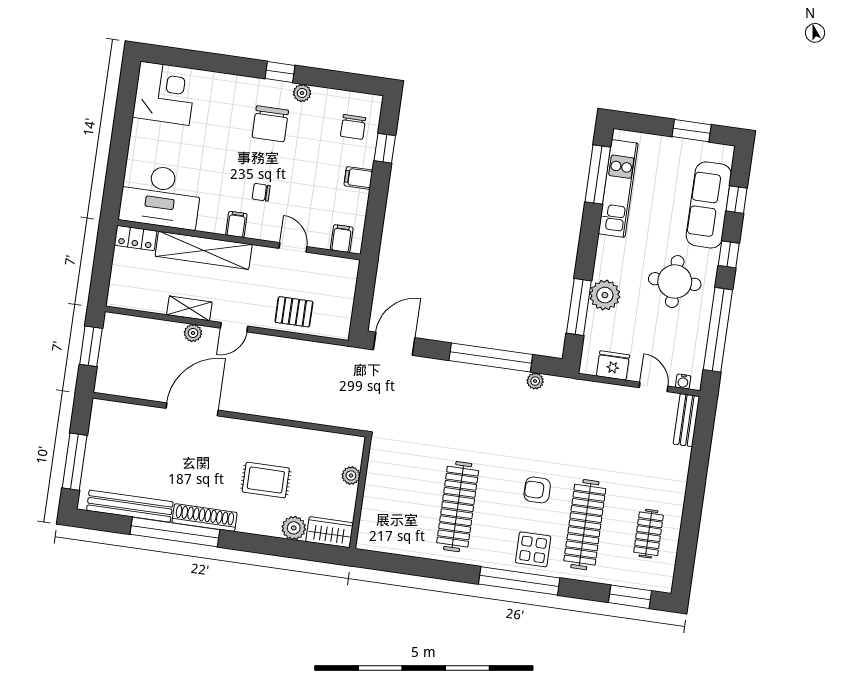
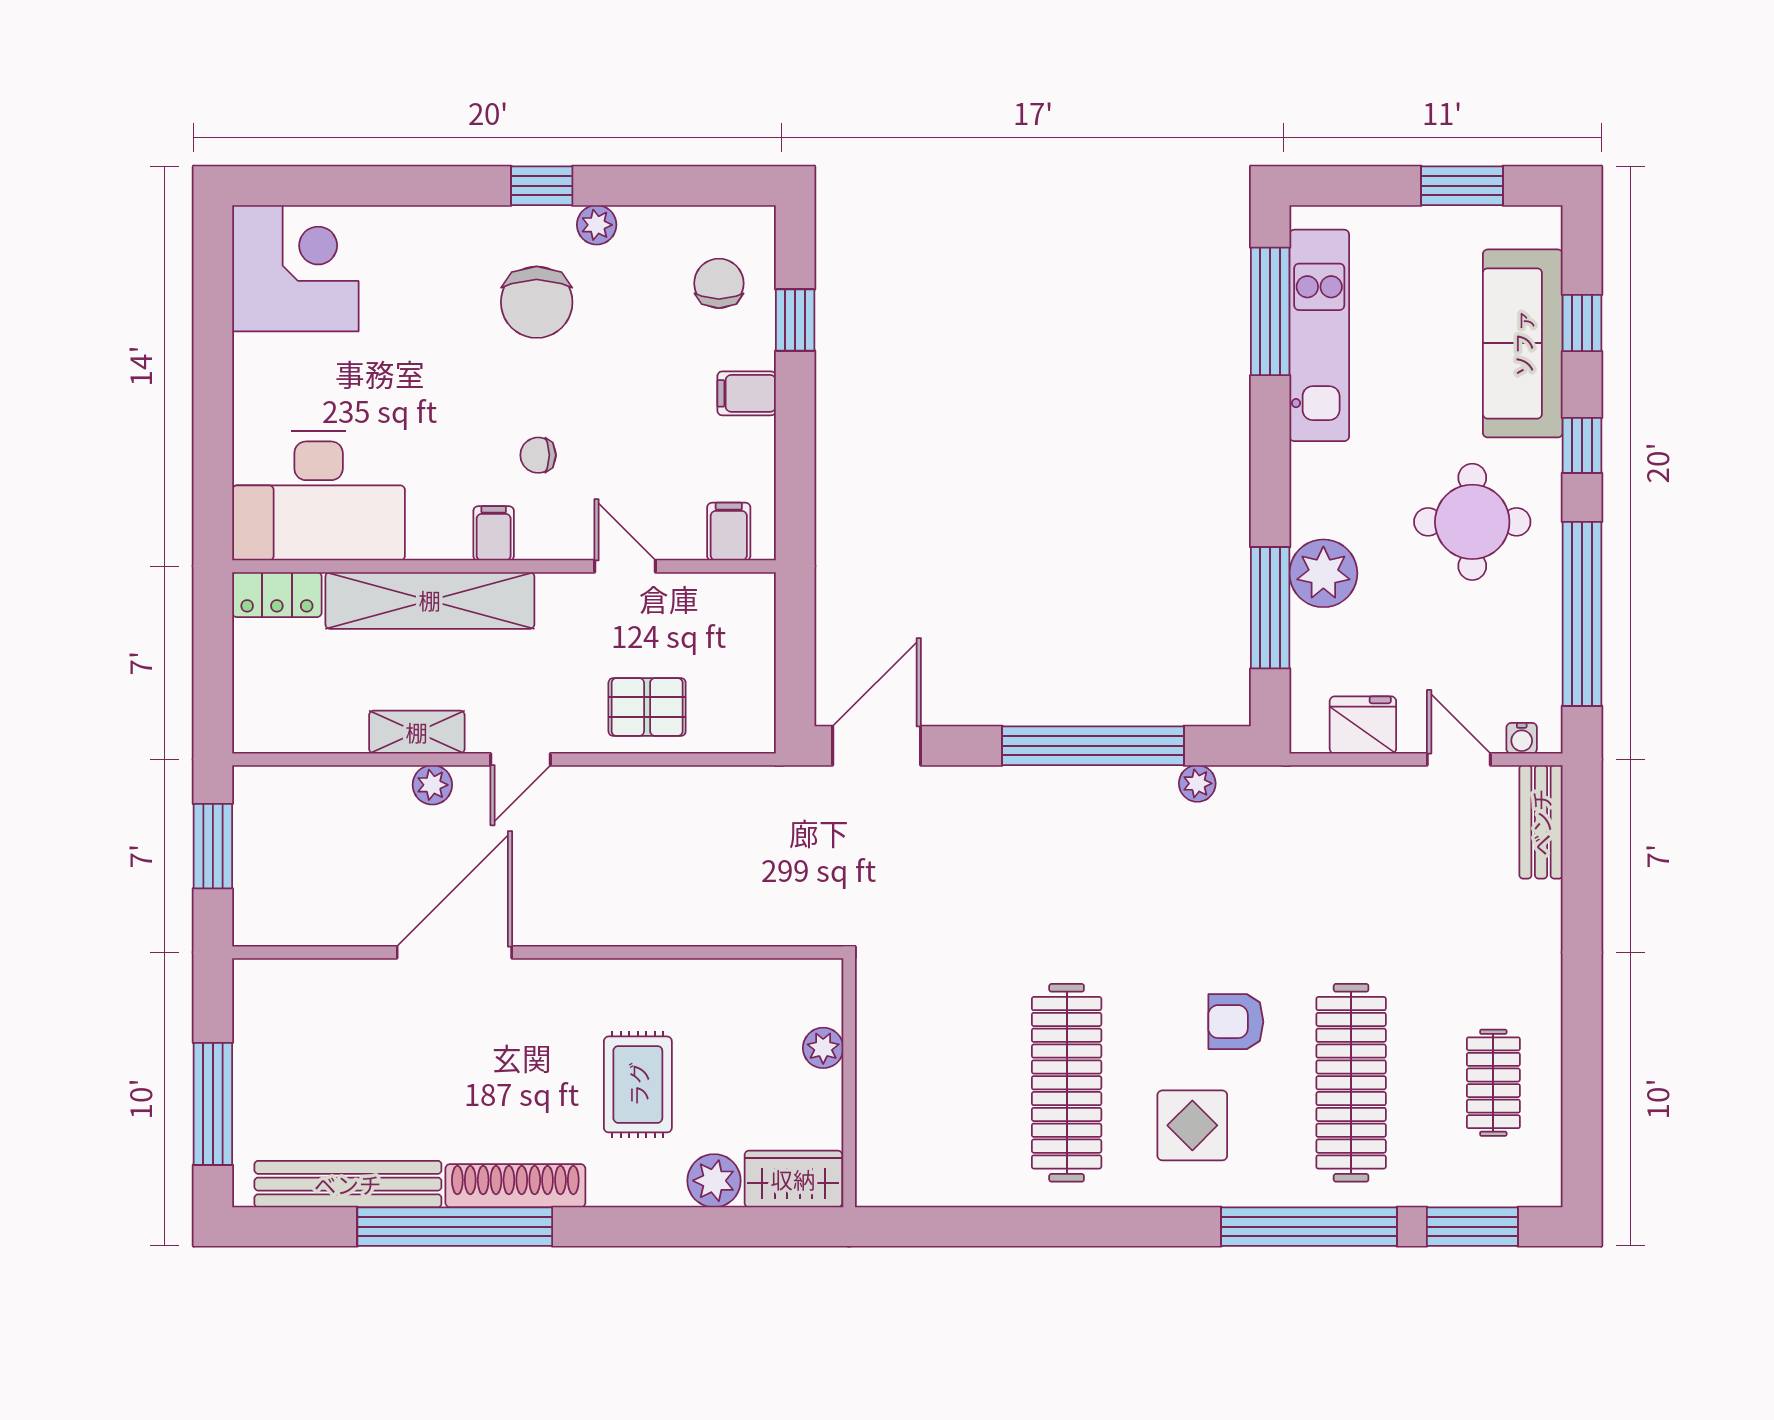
chair: (353, 127) -> (719, 283), turned 180
rug: (266, 480) -> (638, 1084), turned 90
display table: (533, 549) -> (1192, 1125), moved
window: (519, 581) -> (1309, 1227), moved

